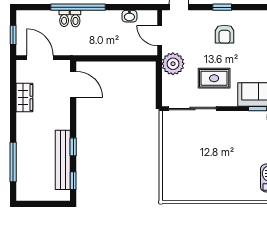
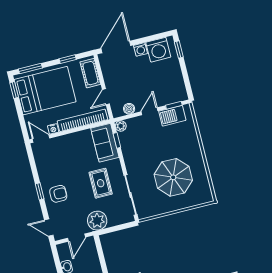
armchair: (225, 34) -> (58, 194), moved
parasol: (200, 162) -> (173, 177), added

